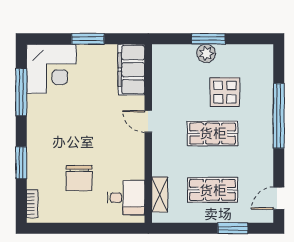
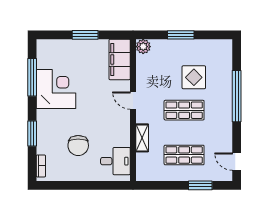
plant: (206, 53) -> (143, 47), moved
corner desk: (51, 69) -> (56, 89), moved, turned -90
shelving: (160, 195) -> (142, 138), moved
door: (279, 198) -> (237, 162), hinge flipped

